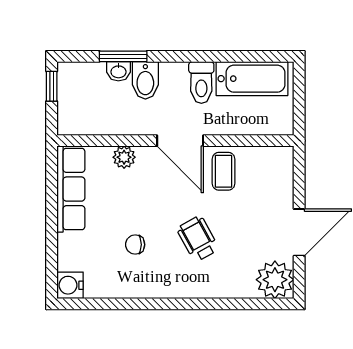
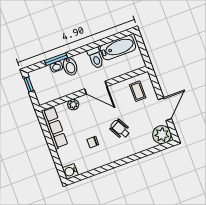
coffee table: (224, 171) -> (138, 91), moved

